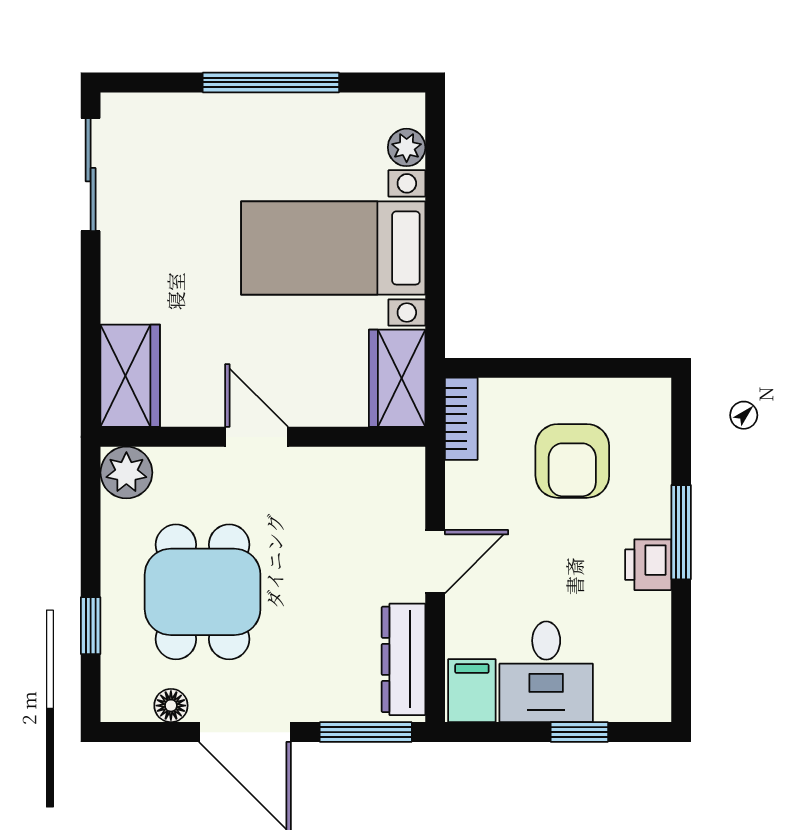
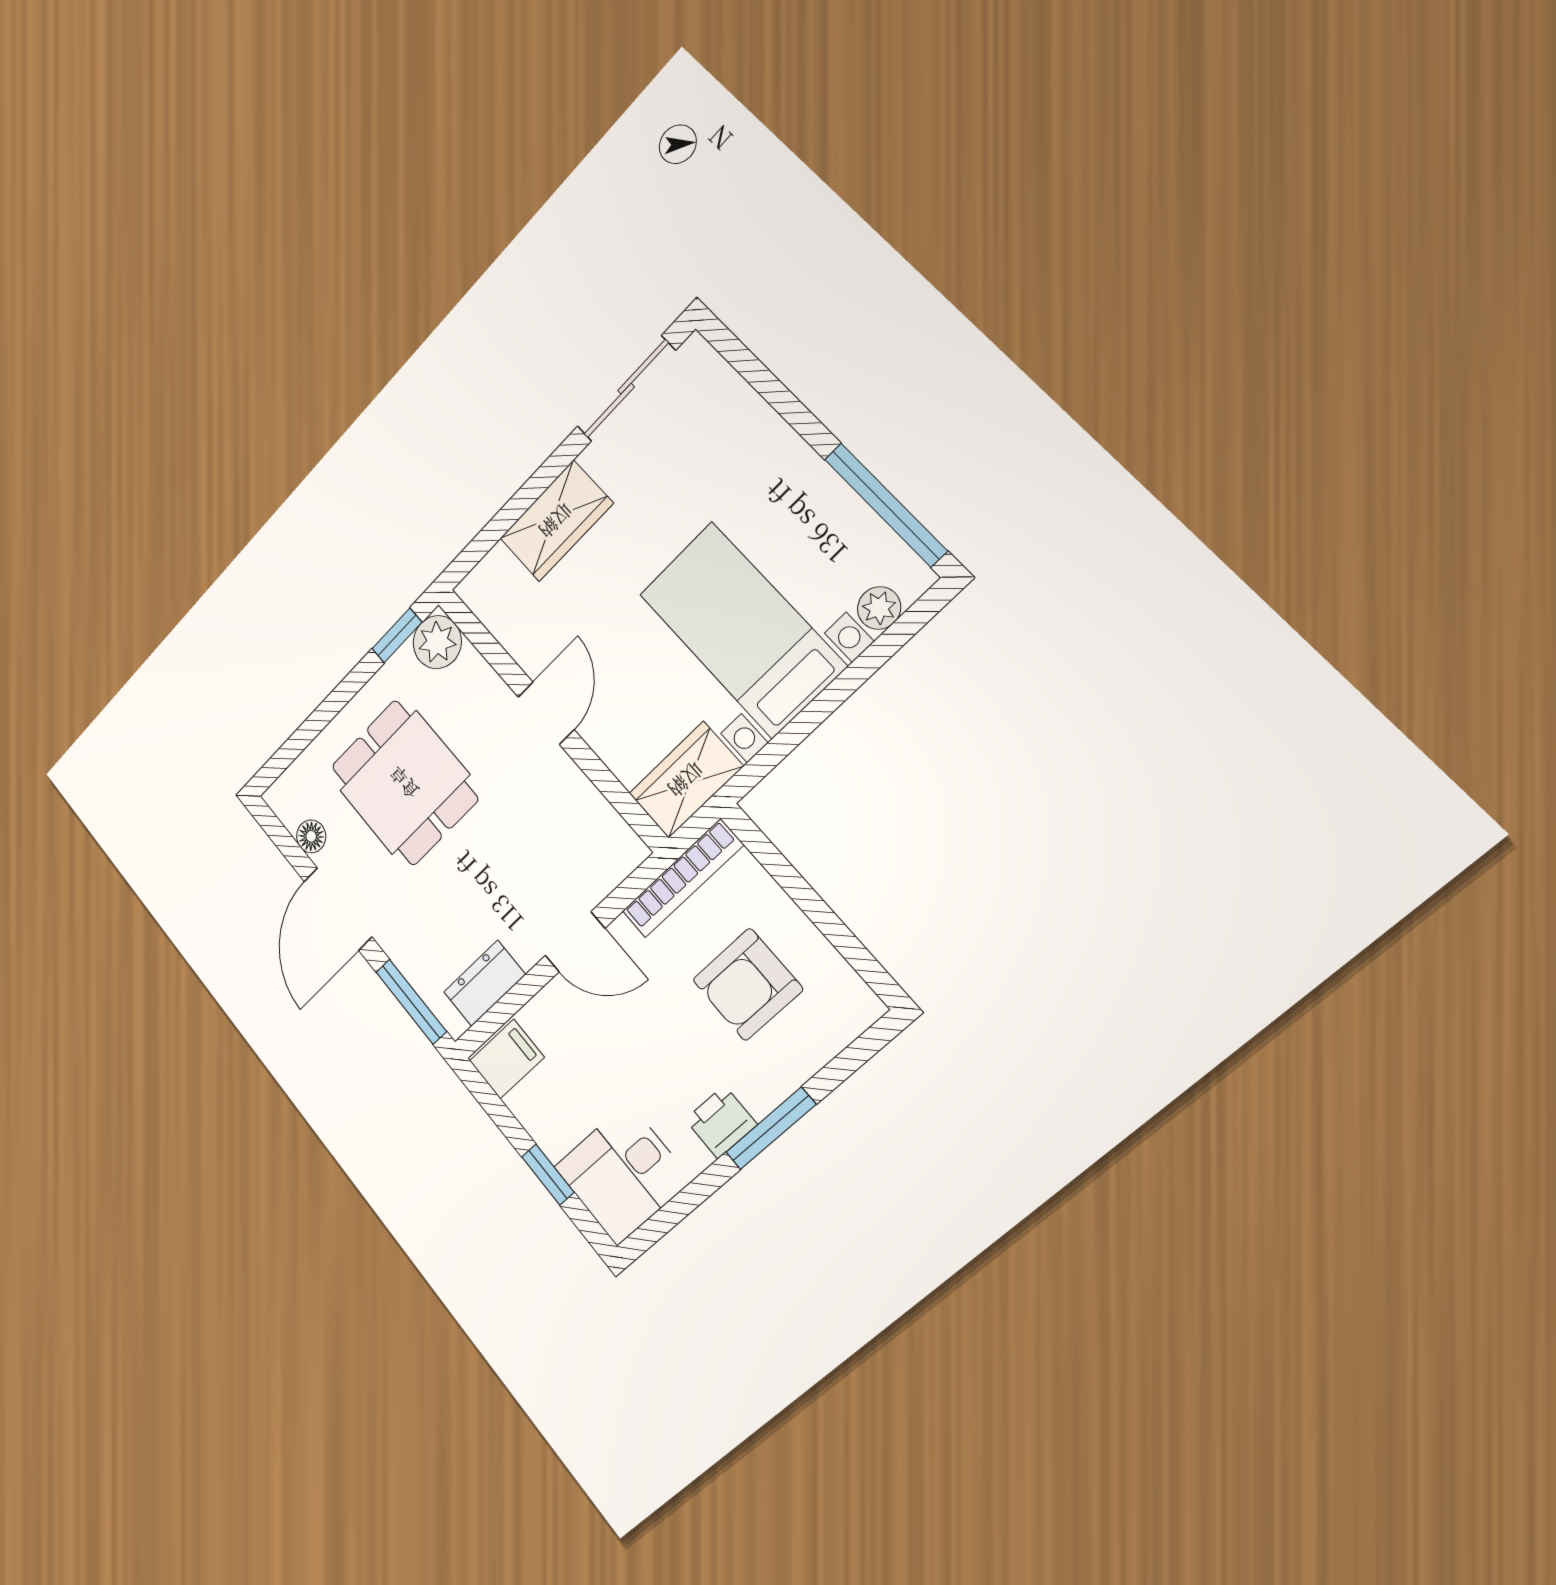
window: (271, 82) -> (885, 505), moved
wardrobe: (130, 376) -> (556, 521), moved
bookcase: (461, 419) -> (683, 878), width x1.56
dining table: (203, 592) -> (404, 783), turned 90
window: (91, 626) -> (397, 635), moved
dresser: (403, 659) -> (485, 983), width x0.70
desk: (546, 672) -> (622, 1174), moved

